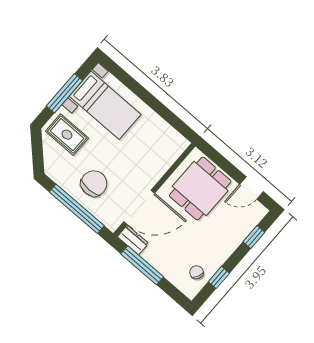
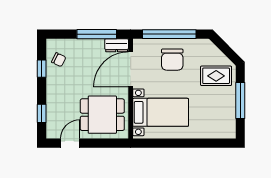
bed with nightstands: (105, 105) -> (161, 112), moved, turned 180
dining table: (200, 188) -> (102, 115), turned 90

